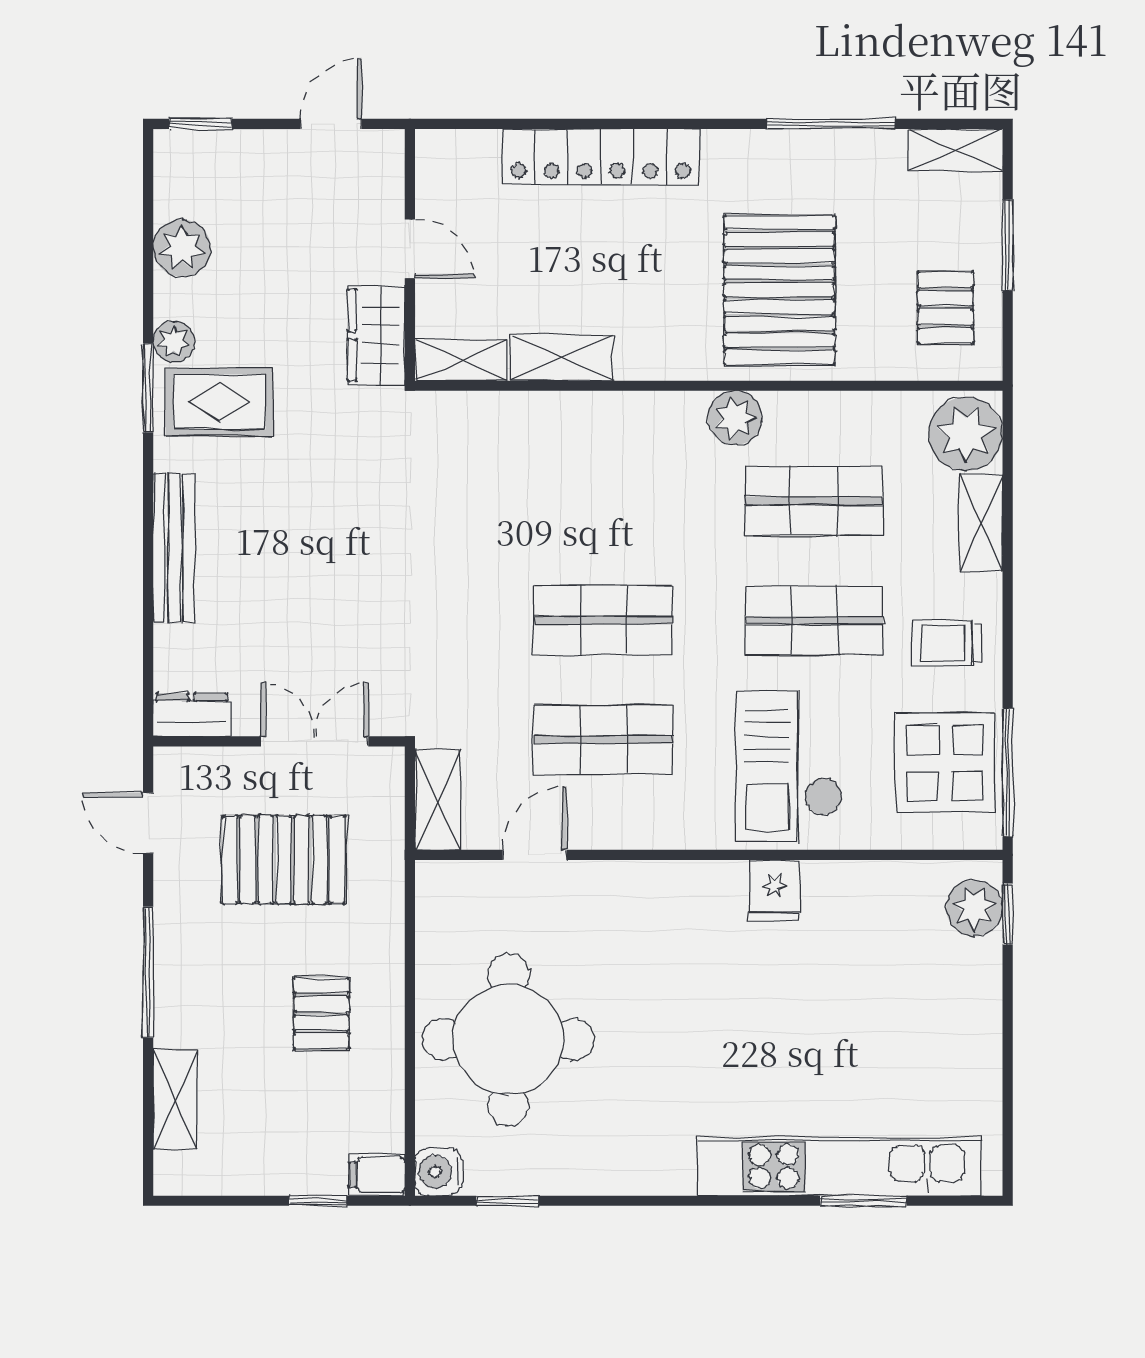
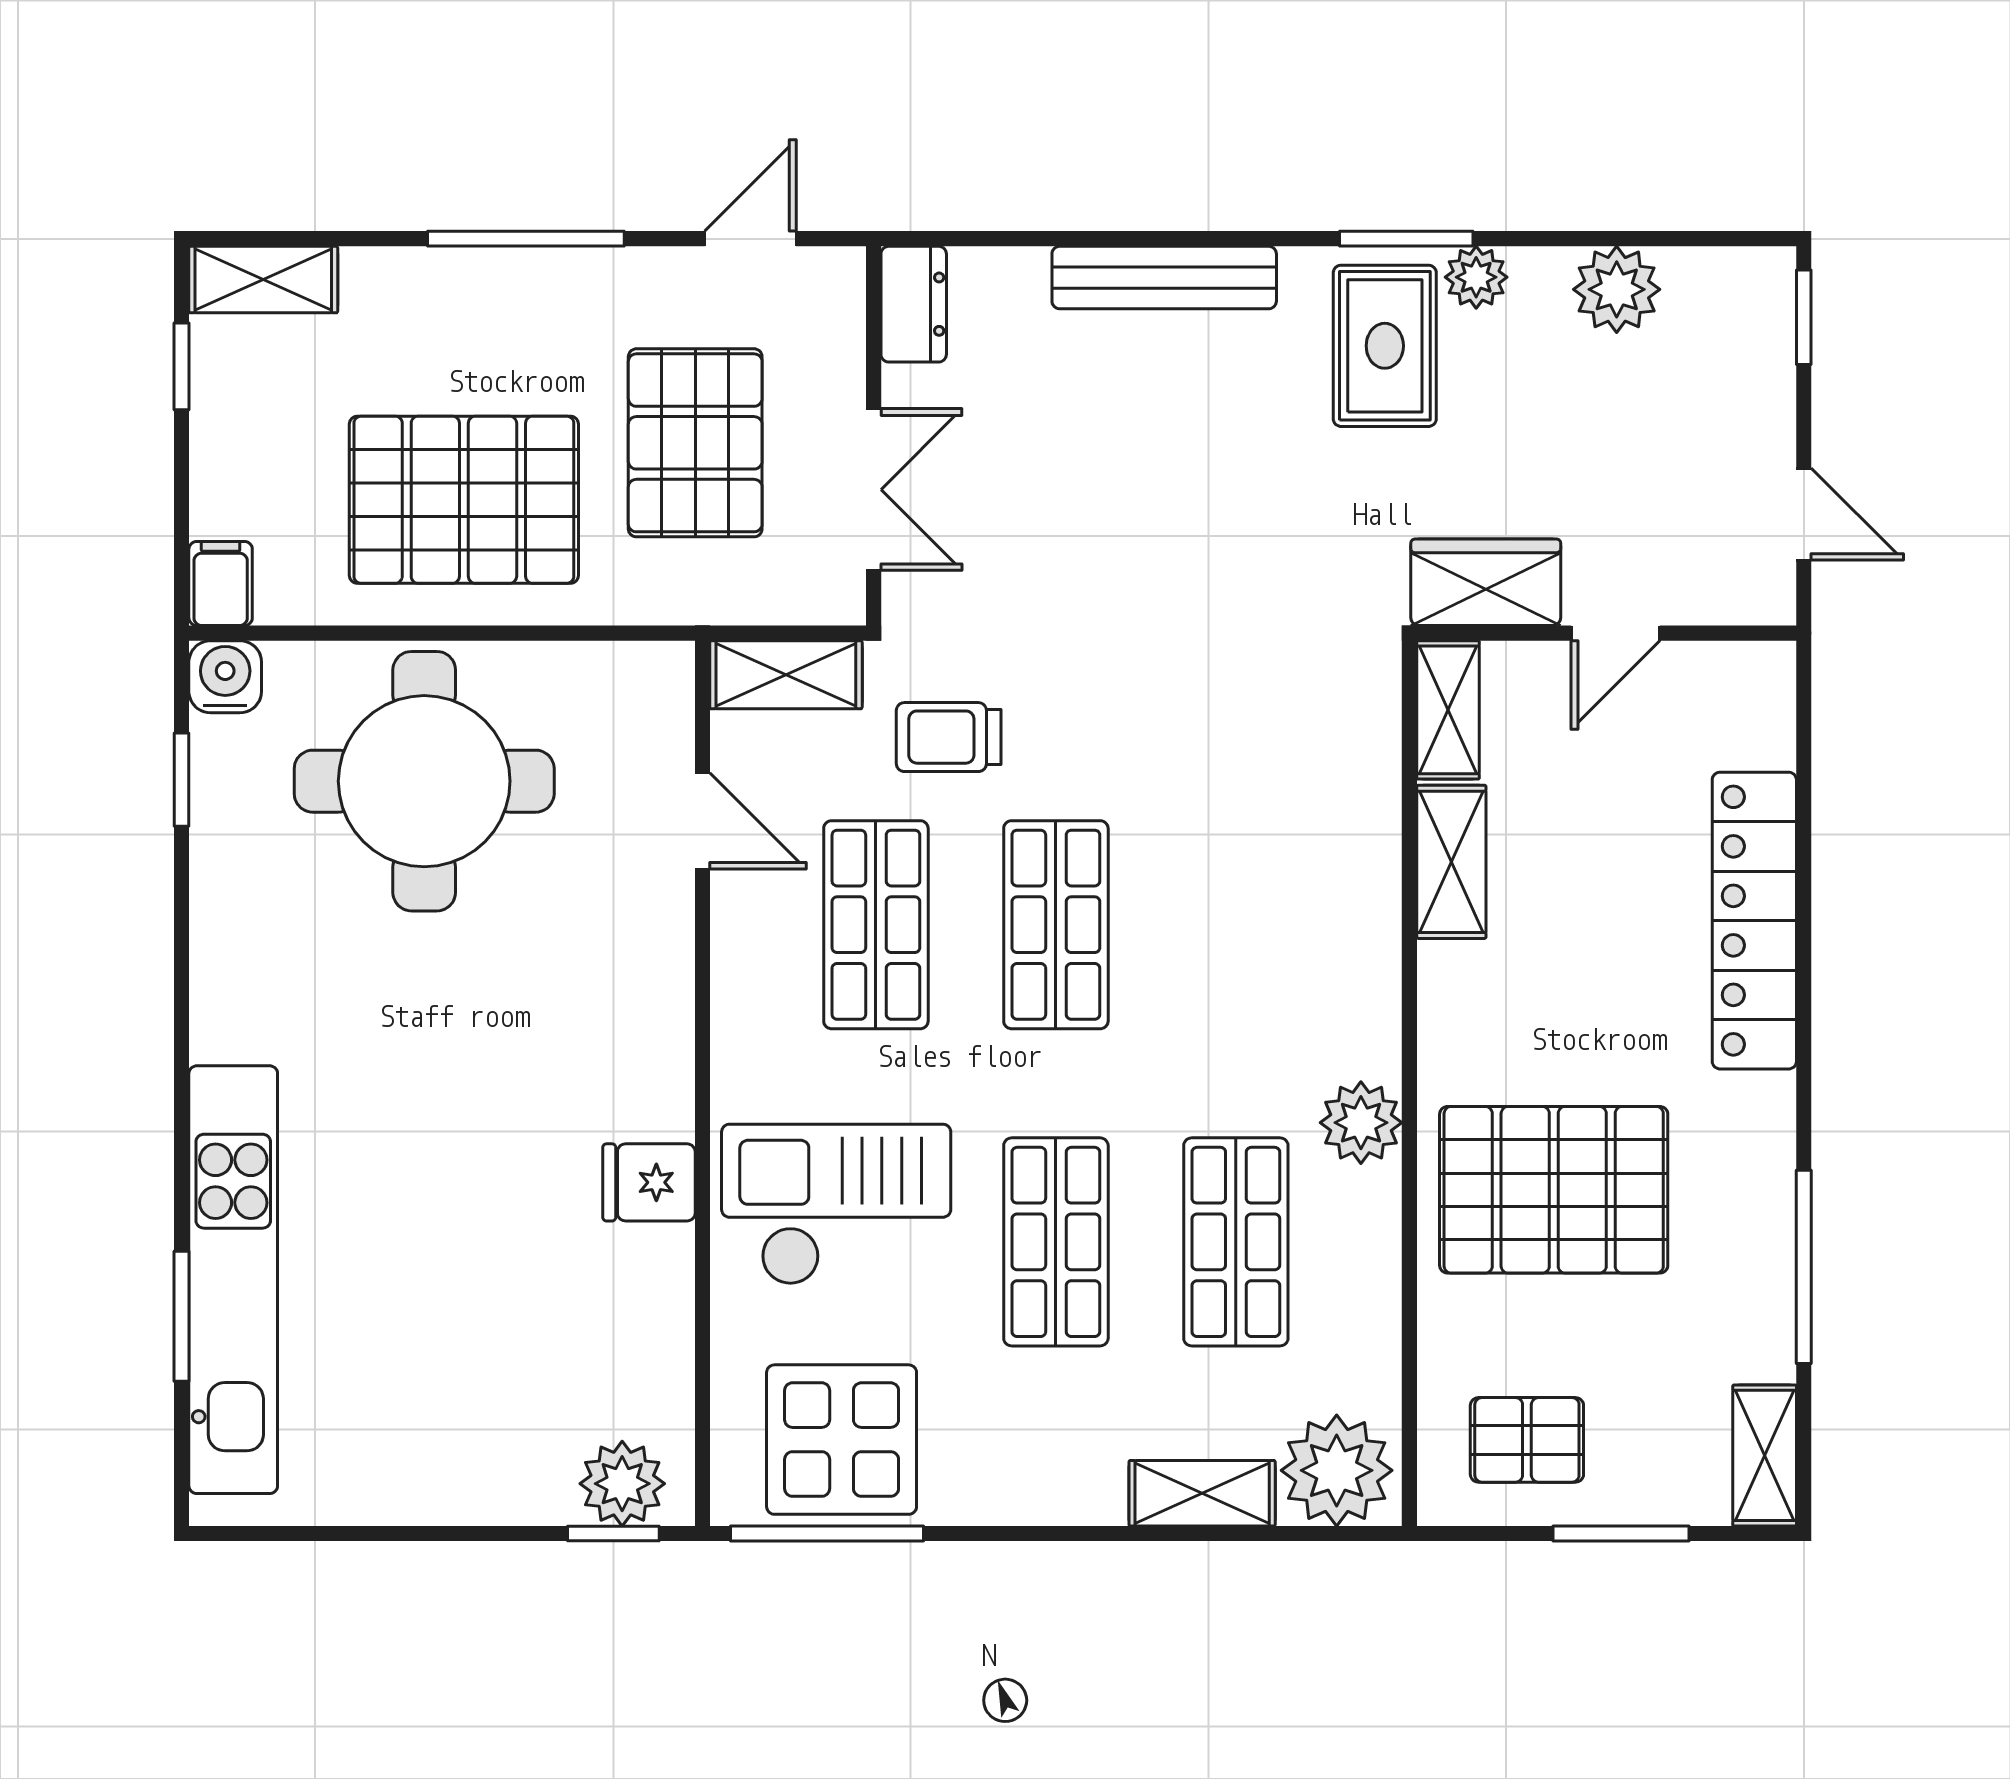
trolley: (948, 643) -> (949, 737), moved, turned -90
pallet: (321, 1013) -> (464, 500), width x2.05, depth x2.00
shelving: (175, 1100) -> (263, 280), moved
window: (318, 1201) -> (182, 366), moved

